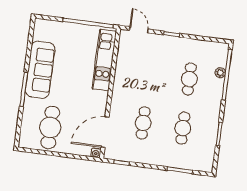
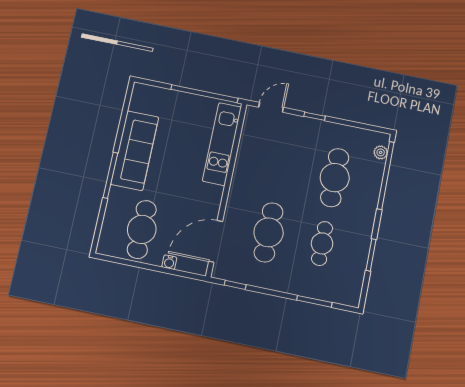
door: (139, 30) -> (271, 107), hinge flipped
plant: (220, 73) -> (381, 152), moved
cafe table: (189, 79) -> (335, 178), width x1.37, depth x1.35
cafe table: (143, 123) -> (269, 232), width x1.37, depth x1.35
water cooler: (96, 153) -> (169, 262), moved

